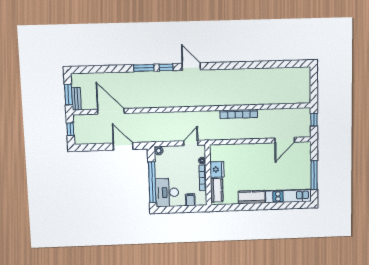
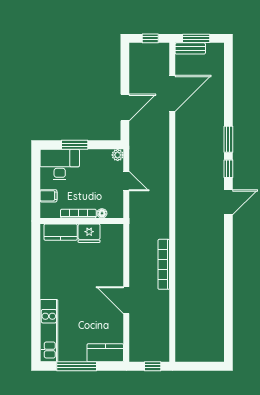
door: (285, 140) -> (126, 300), moved
door: (191, 143) -> (126, 181), moved
window: (152, 182) -> (75, 145), width x0.47
kitchen counter: (252, 197) -> (105, 353), moved, turned -90

